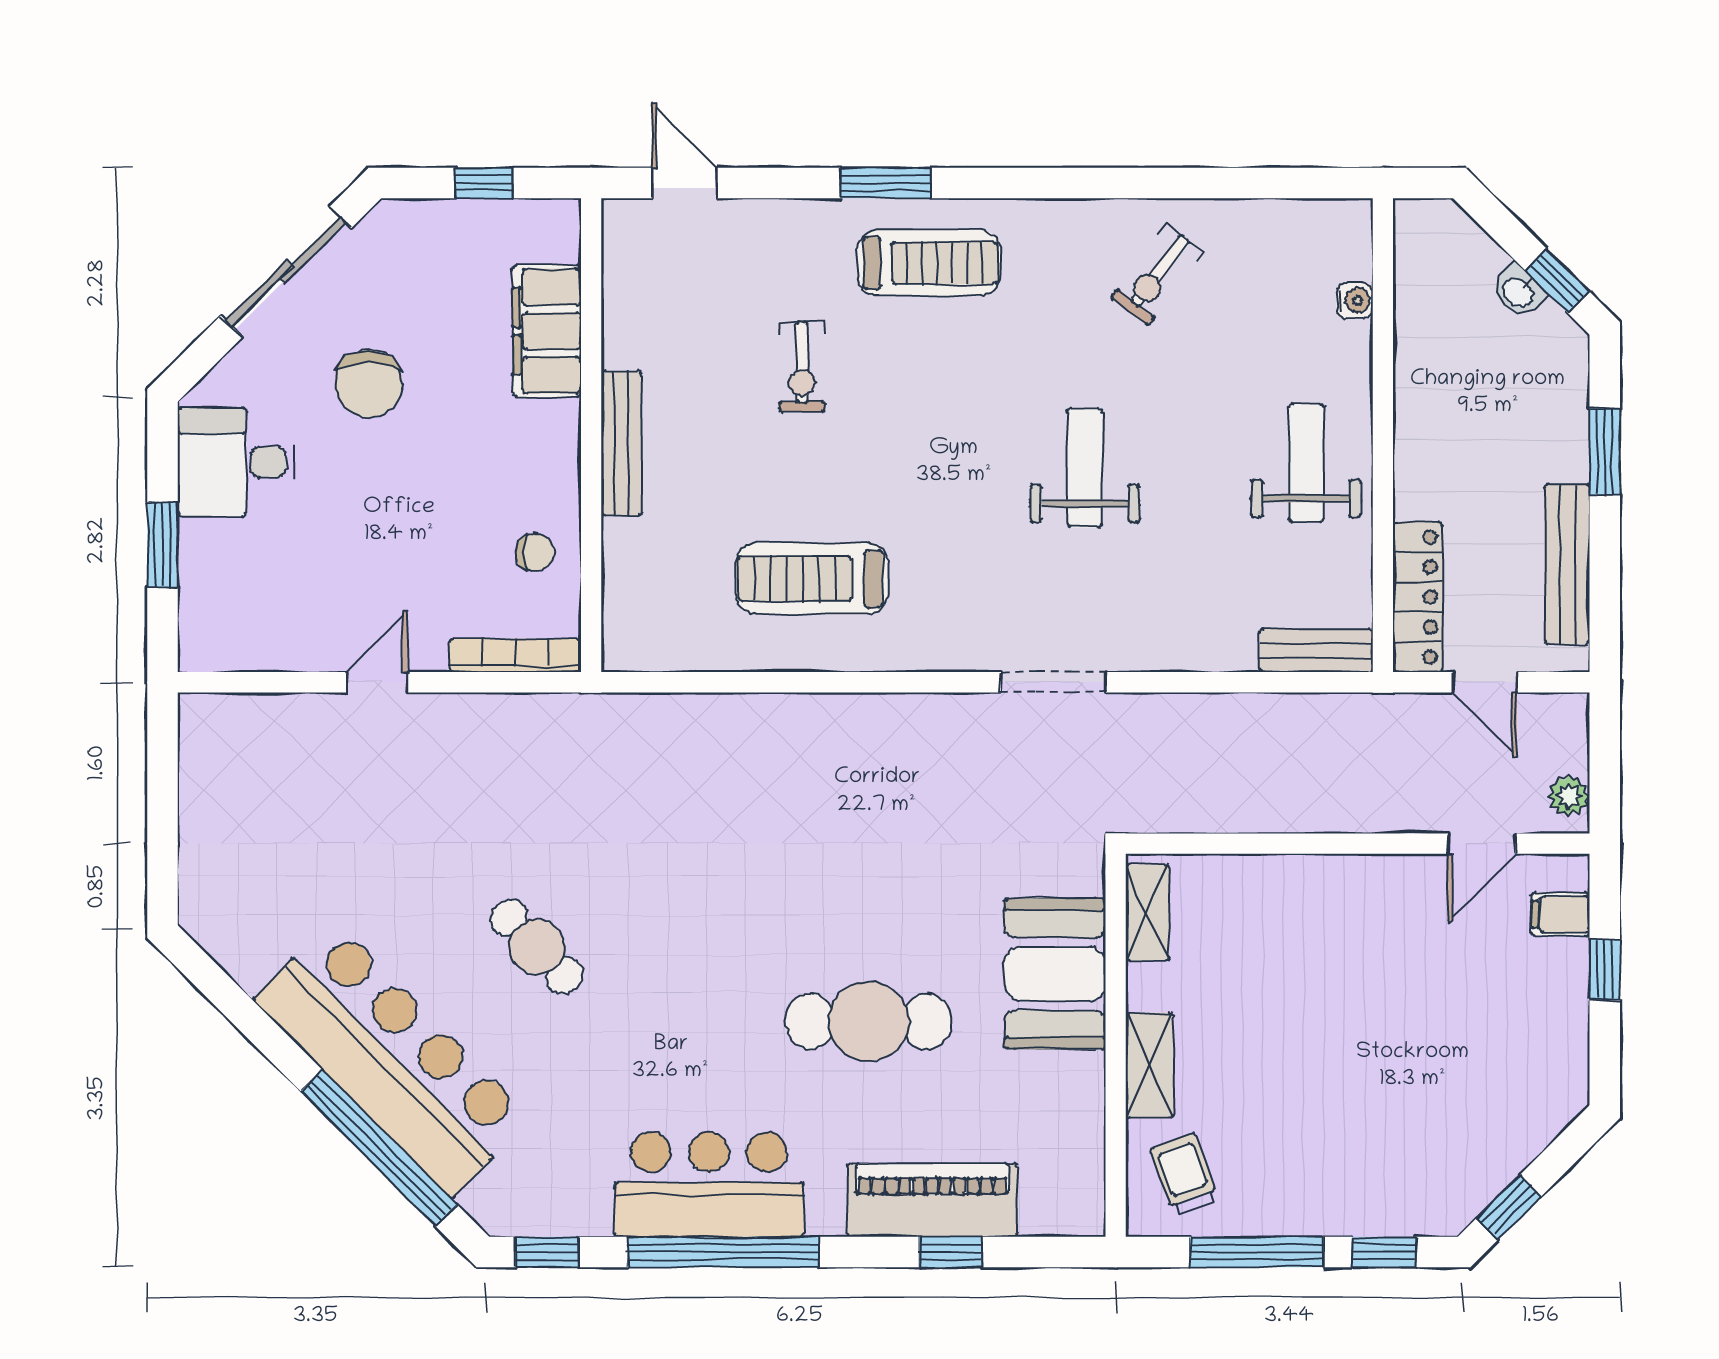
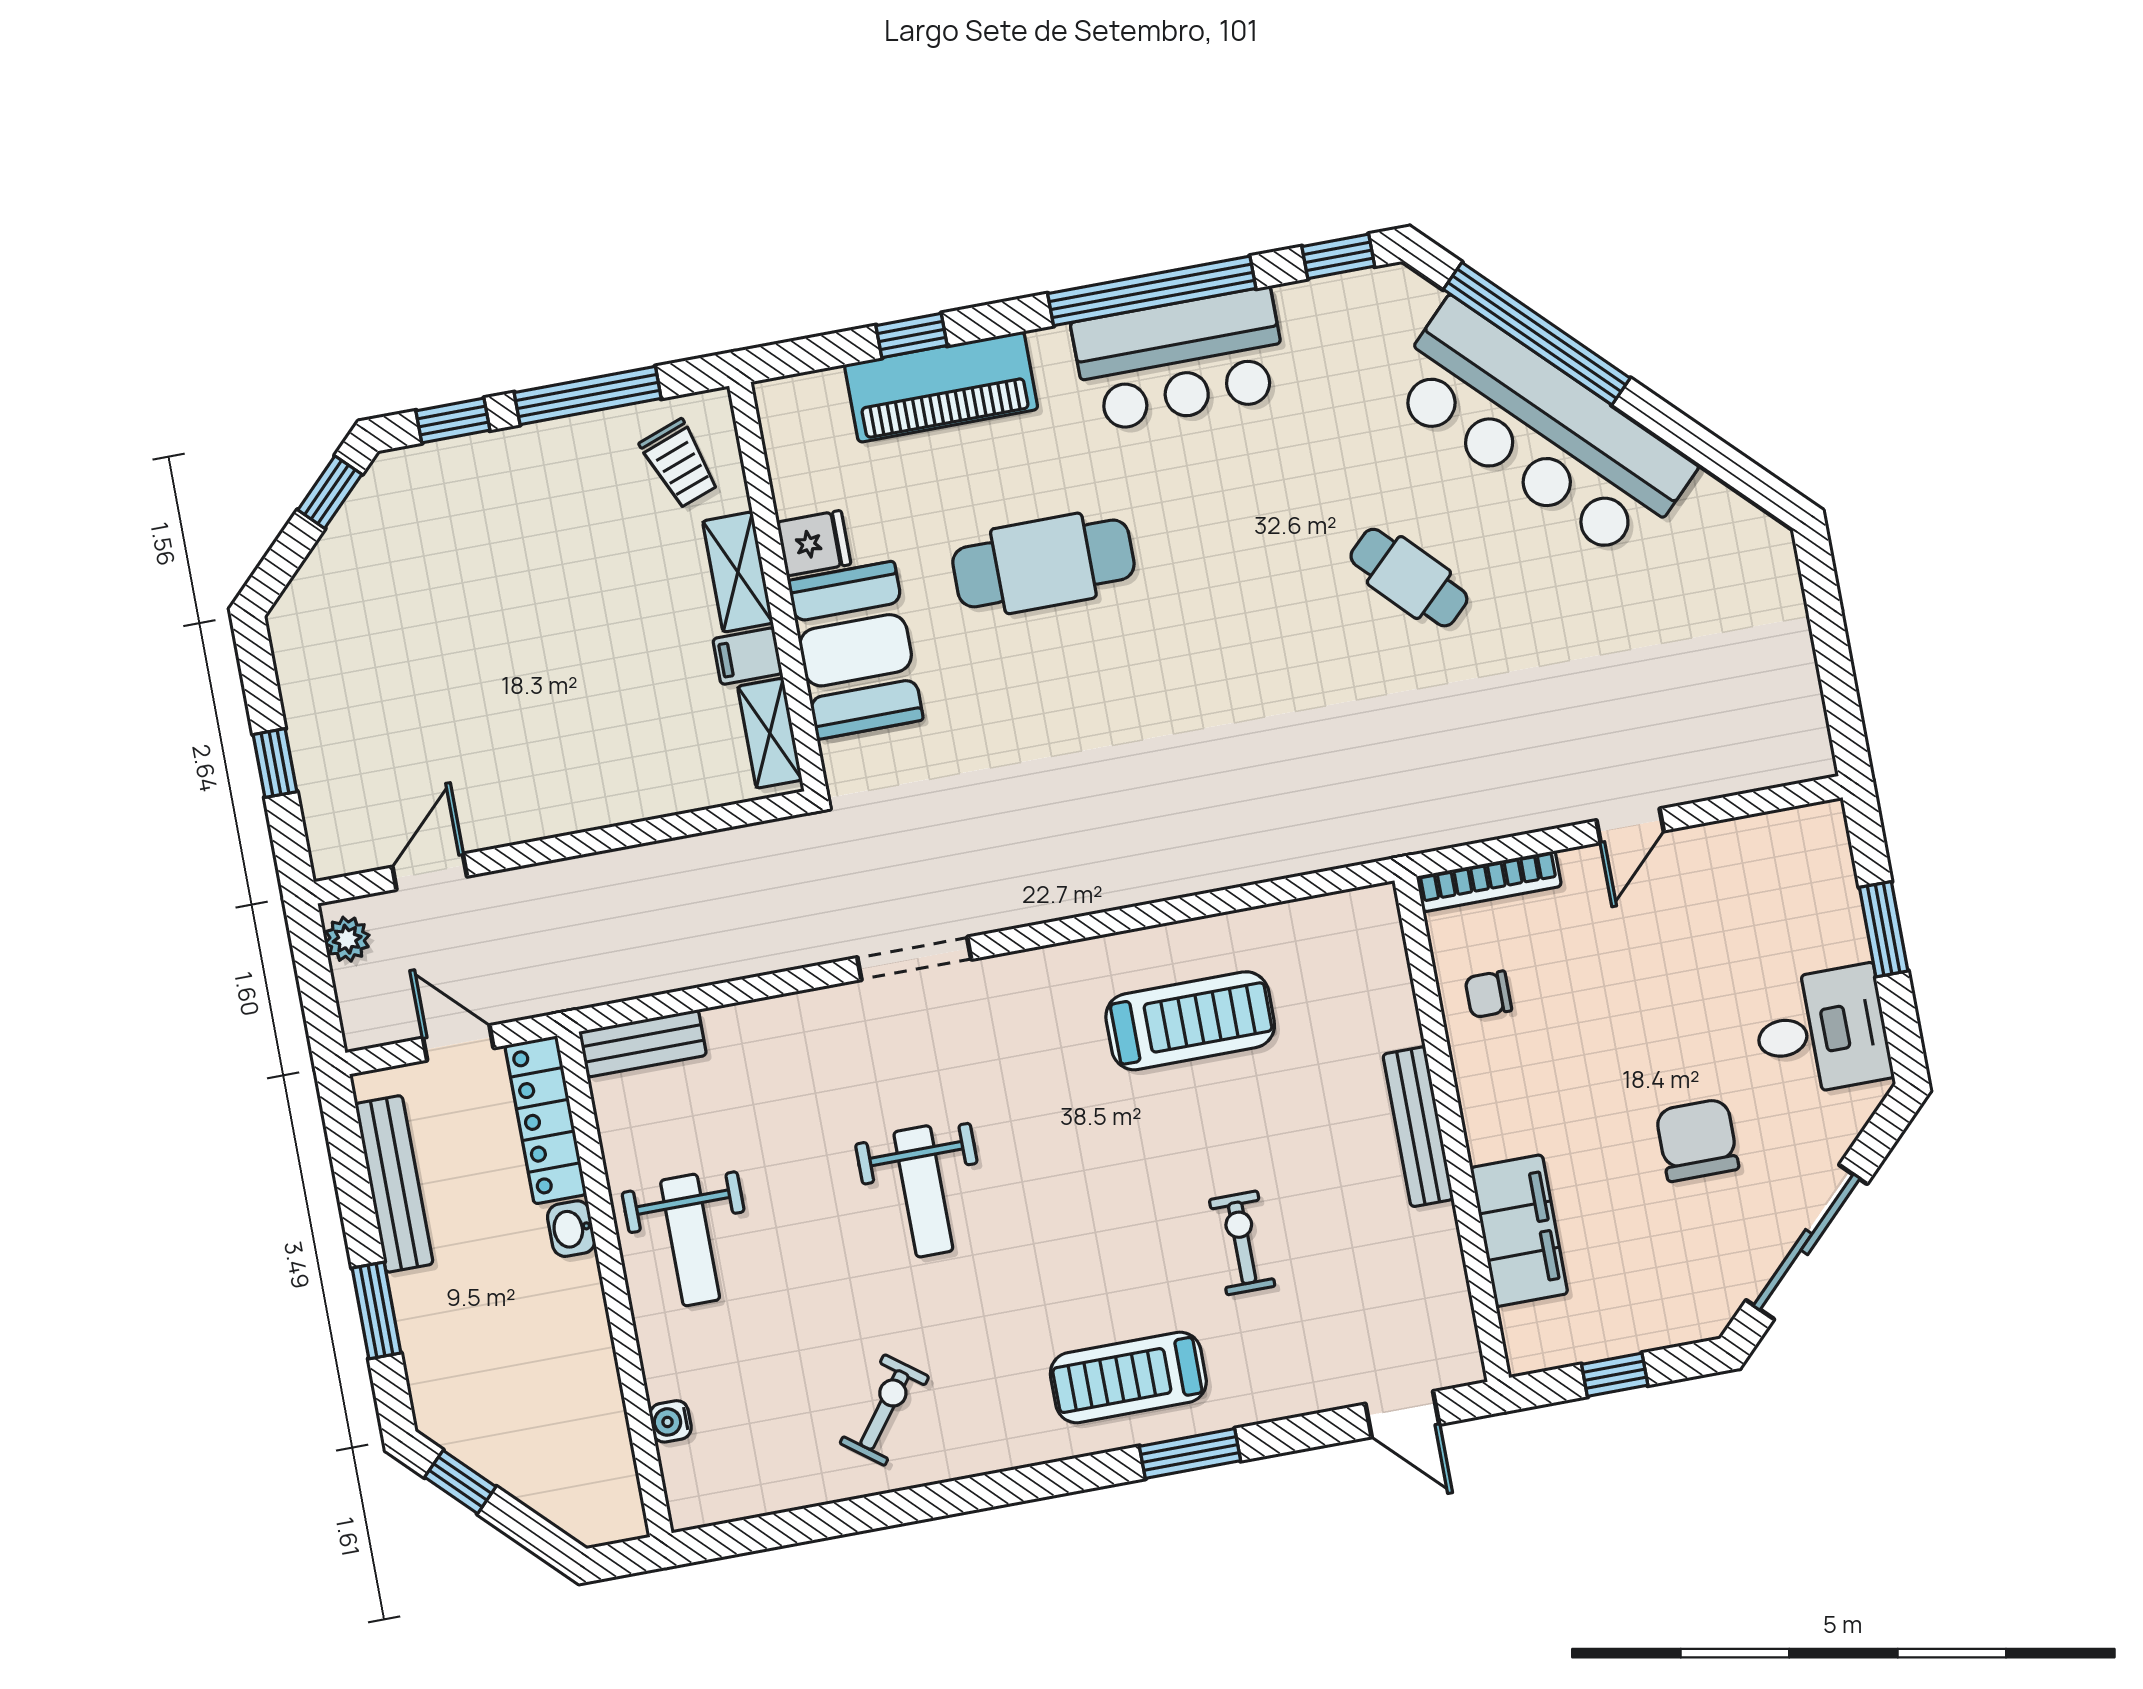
washbasin: (1519, 292) -> (571, 1229), moved, turned -135
filing cabinet: (1561, 914) -> (748, 656), moved, turned 180
fridge: (1075, 1079) -> (814, 543), added

